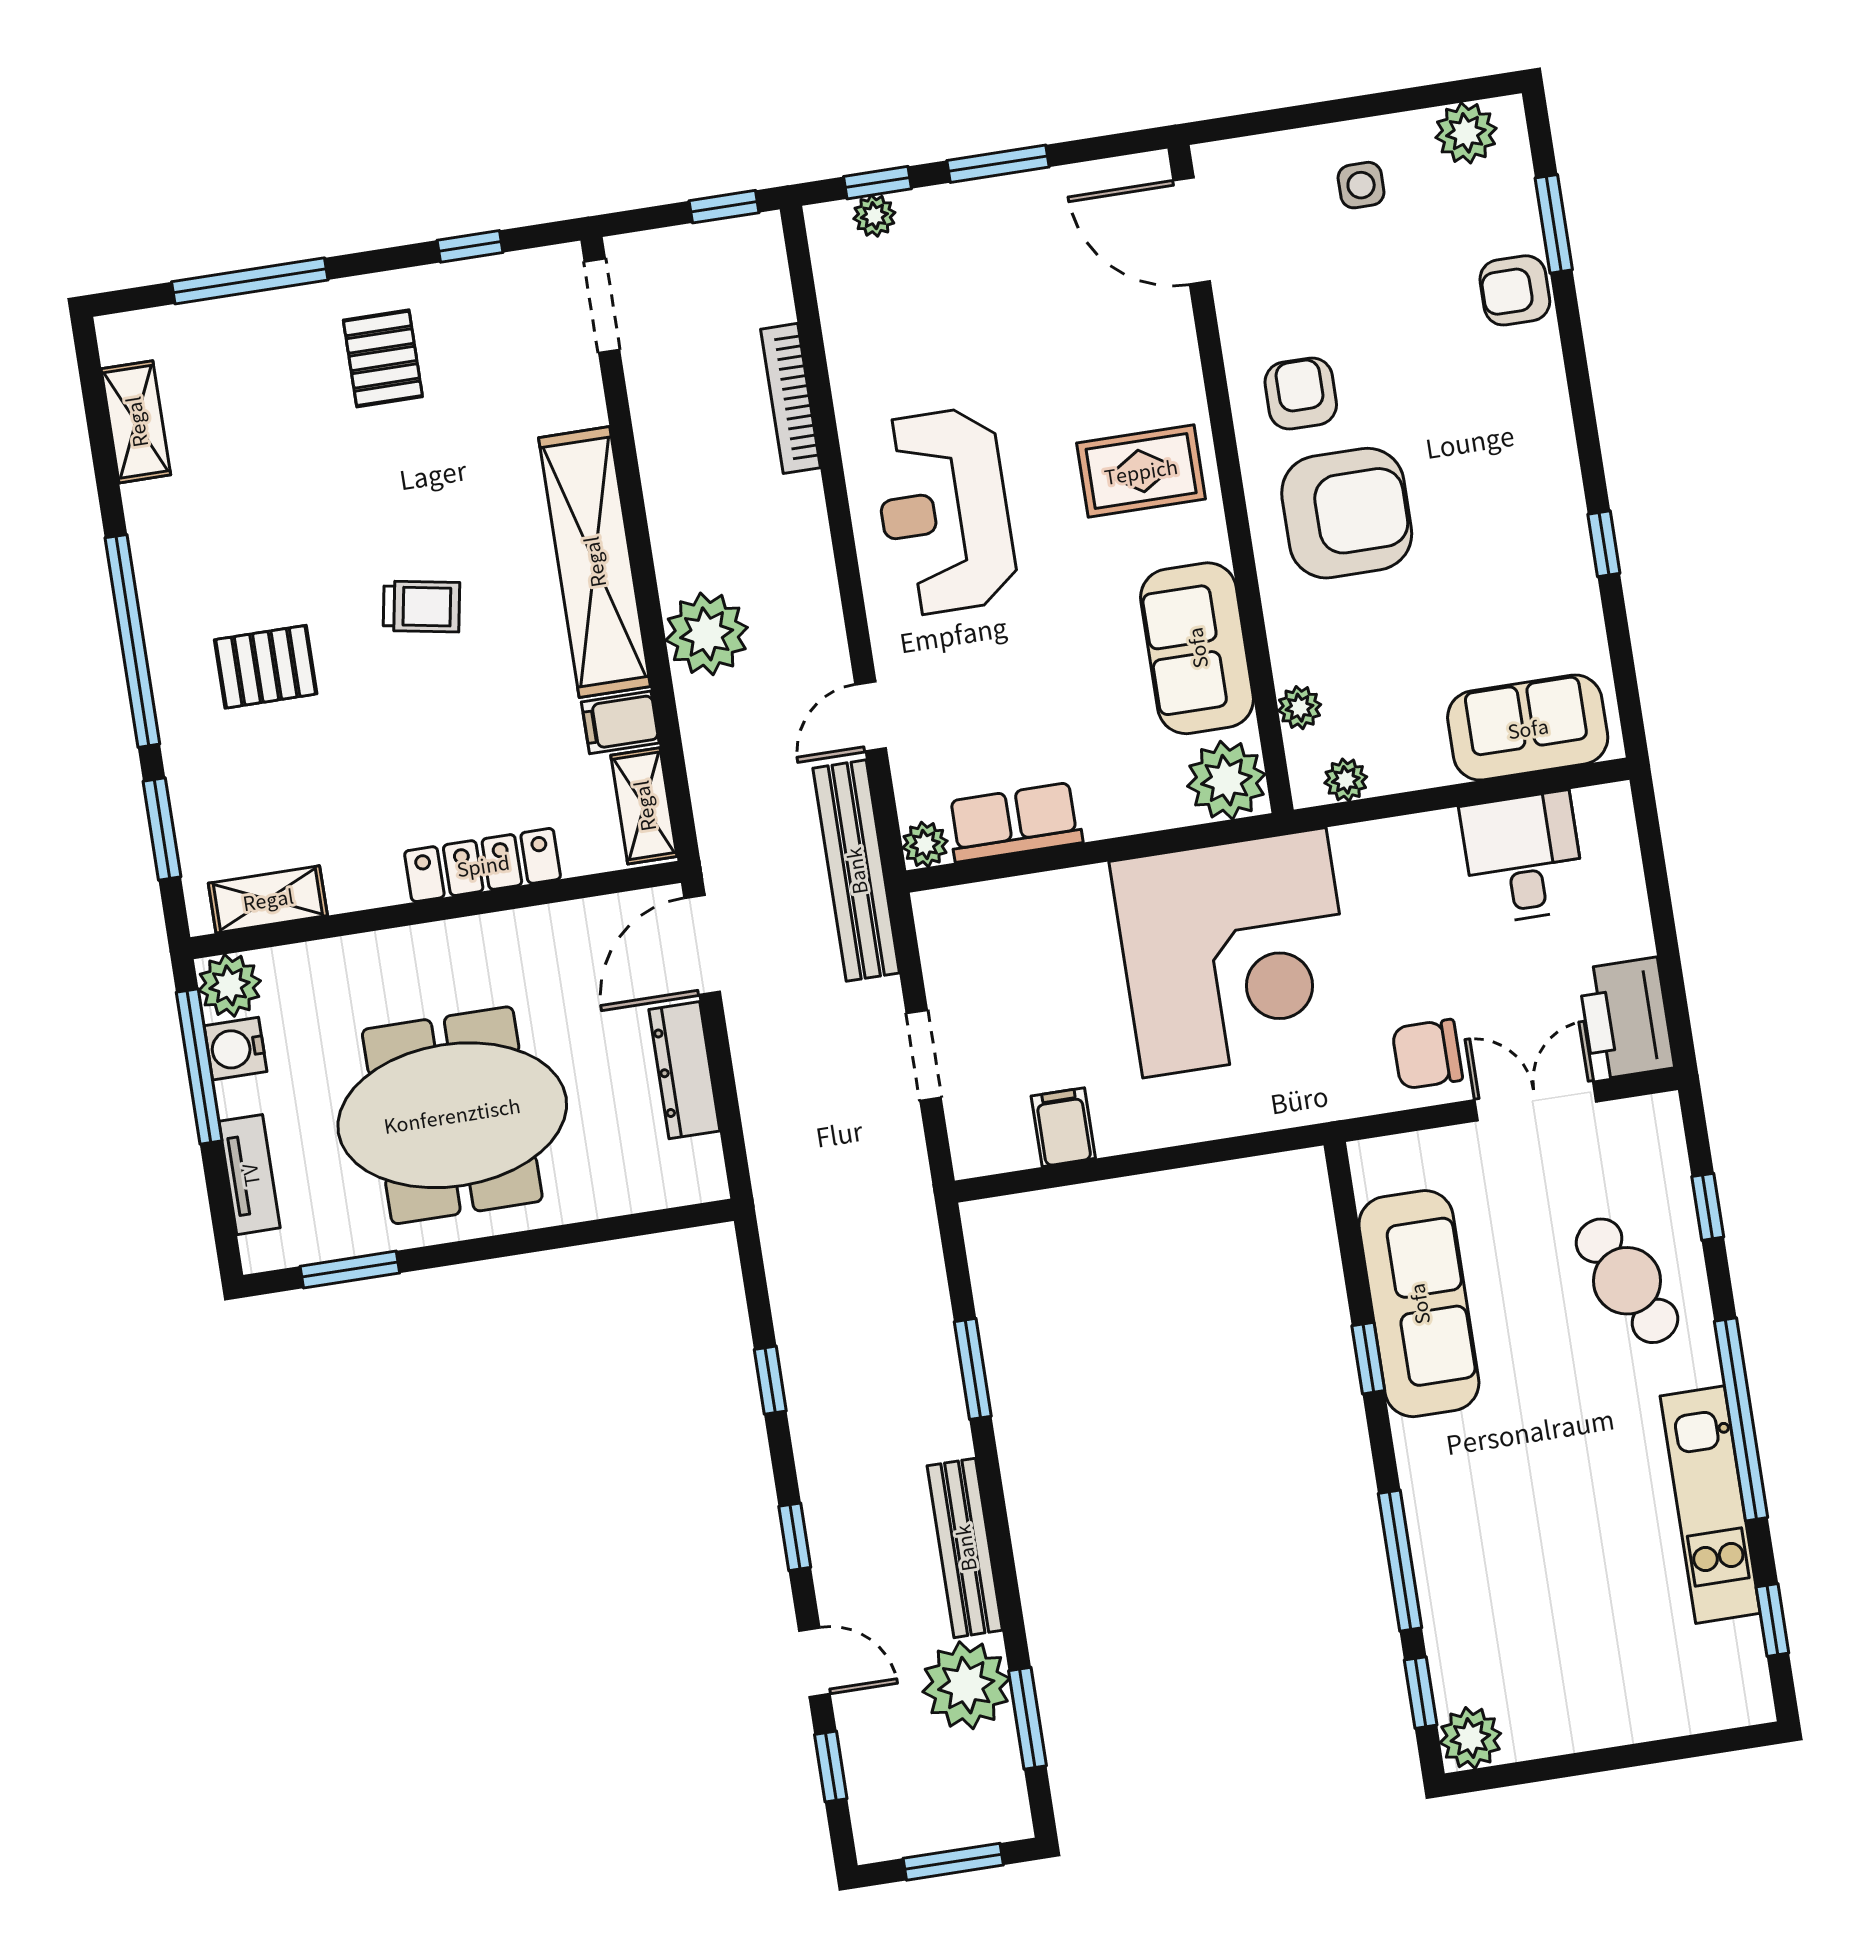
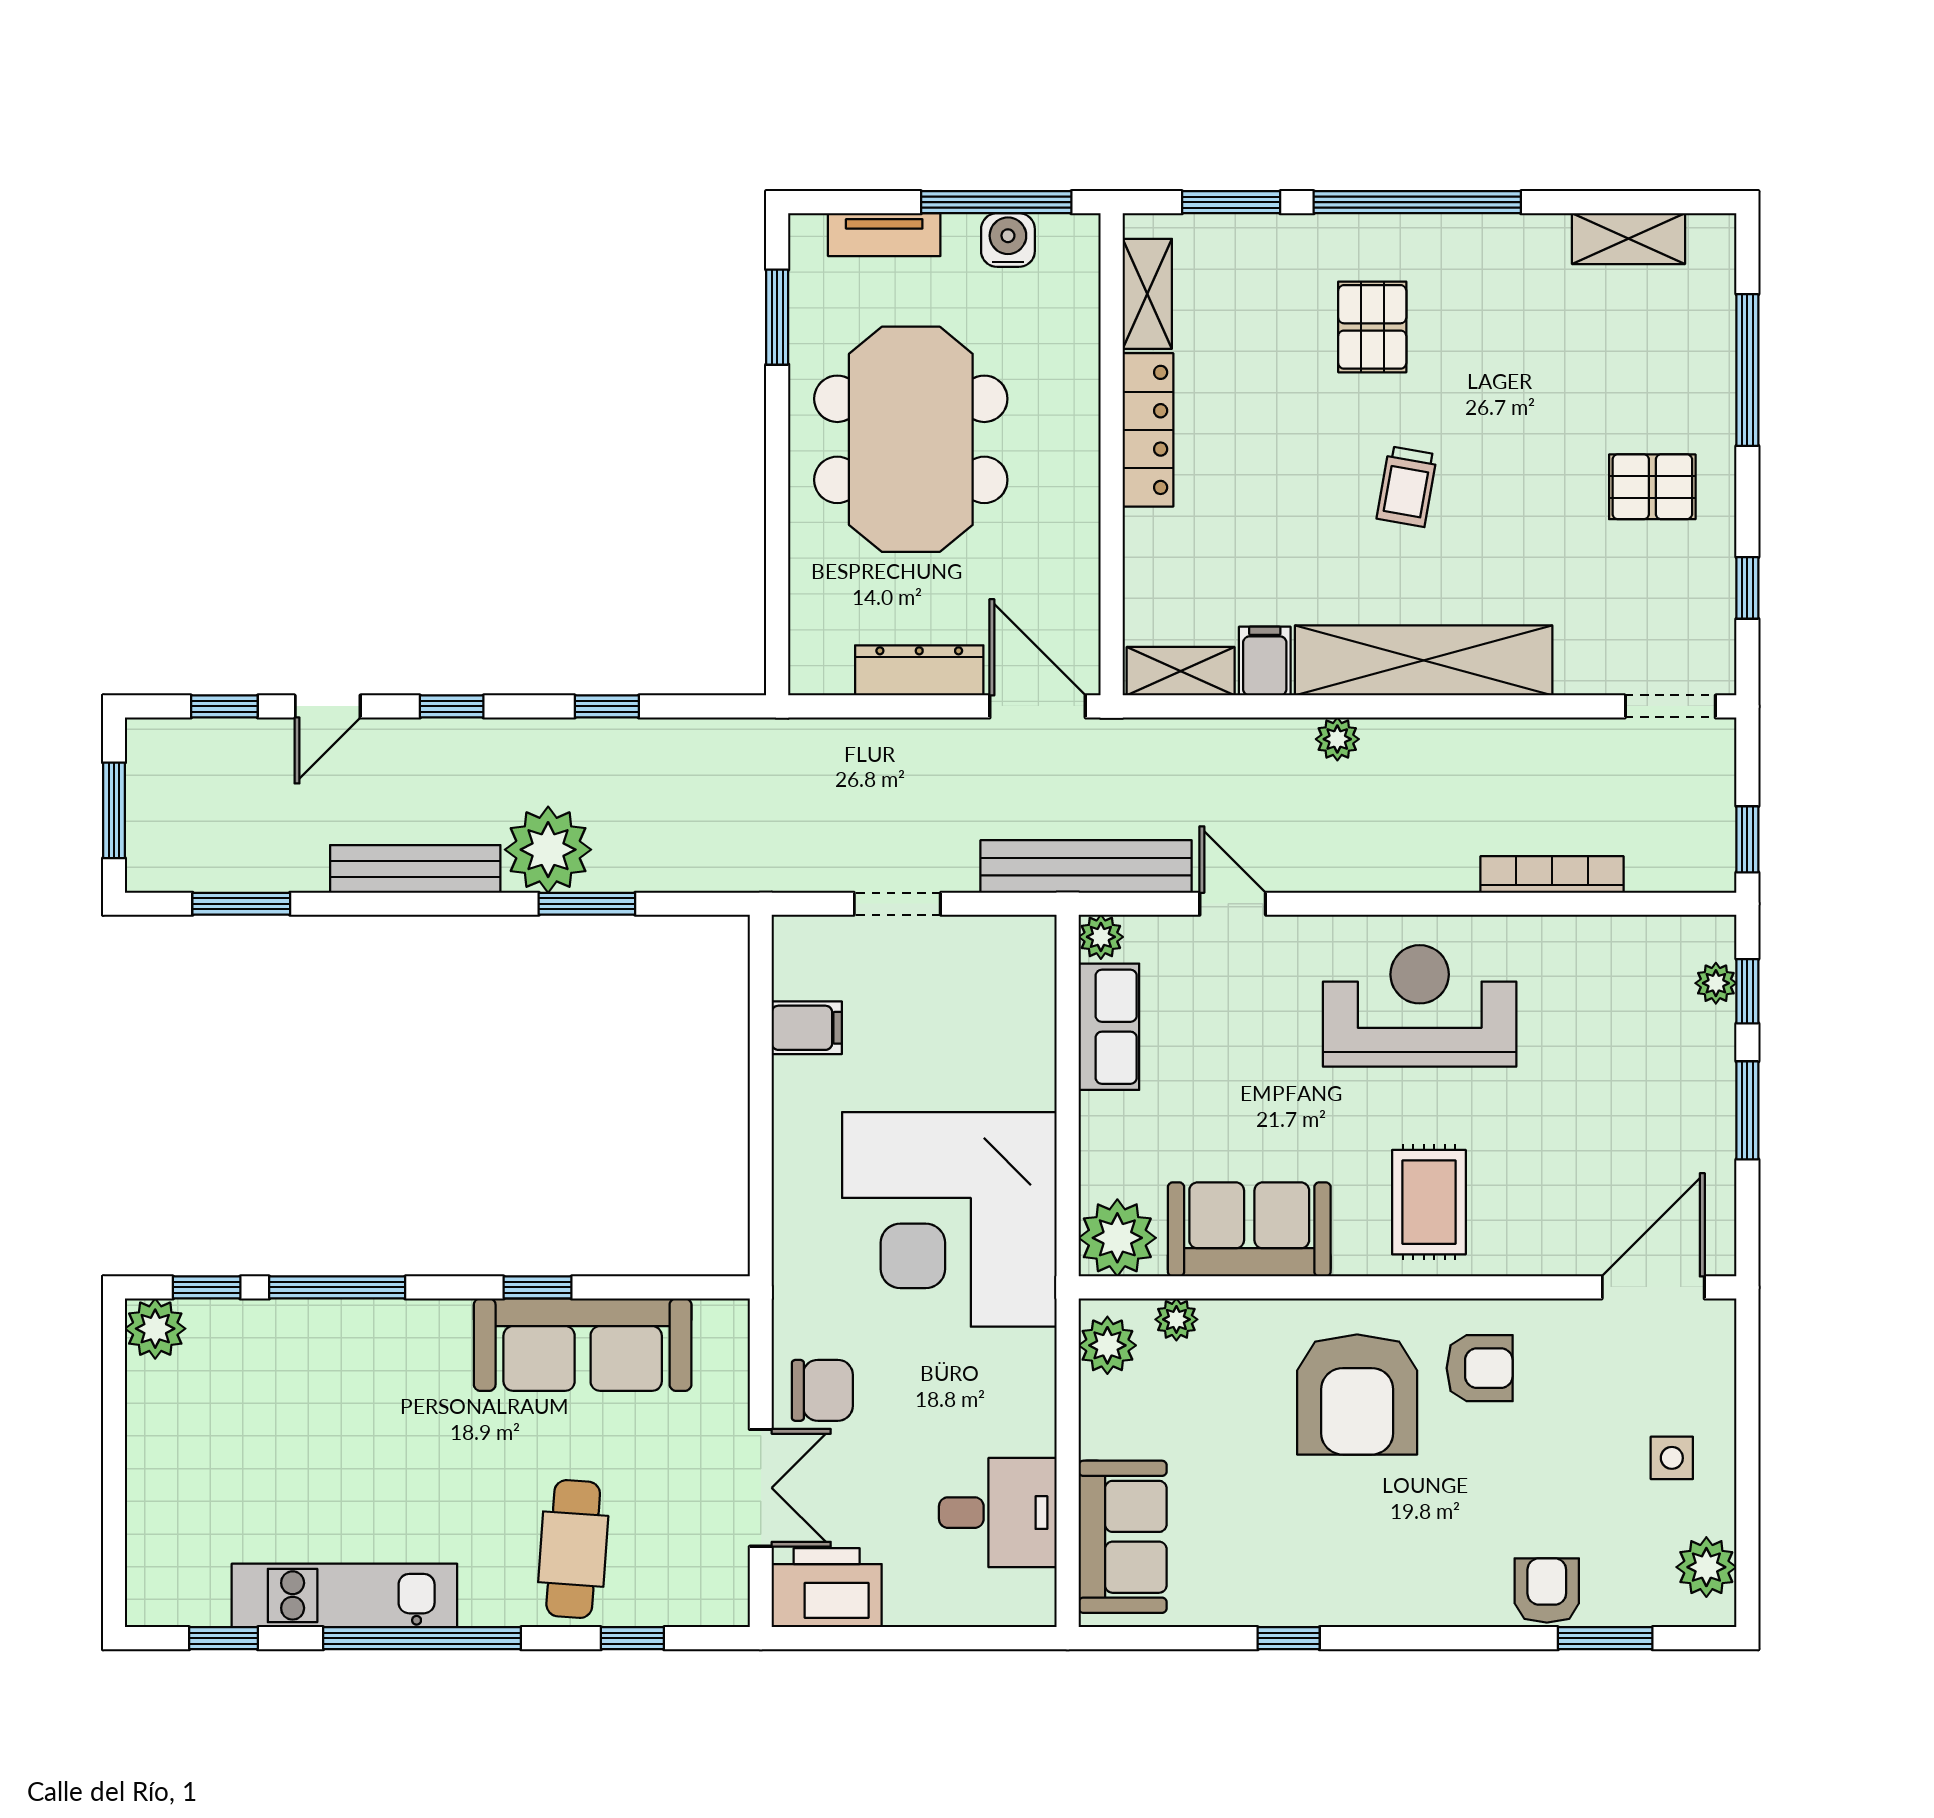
plant: (707, 634) -> (1337, 739), width x0.53, depth x0.53
plant: (1346, 780) -> (1107, 1345), width x1.38, depth x1.38
locker: (483, 865) -> (1148, 430), moved
plant: (230, 985) -> (1070, 244), removed
chair: (1427, 1054) -> (822, 1390), turned 90
cafe table: (1627, 1281) -> (573, 1549), turned -60
plant: (966, 1685) -> (548, 850), moved

